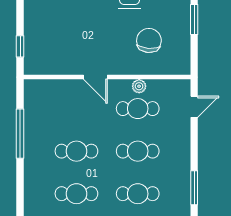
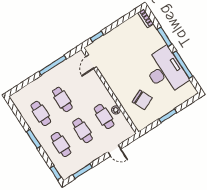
chair: (149, 41) -> (142, 100), turned 61
door: (95, 77) -> (91, 62), moved
door: (194, 107) -> (114, 151), moved

